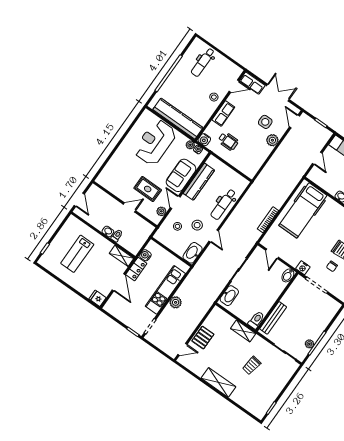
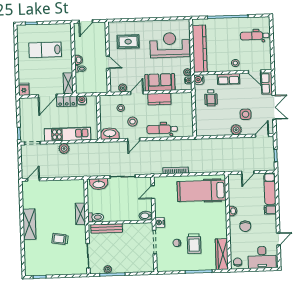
kitchen counter: (199, 182) -> (159, 99), width x0.67
rug: (148, 189) -> (128, 42), moved, turned 90
pallet: (203, 338) -> (53, 188), removed
door: (182, 349) -> (33, 180), swing flipped

